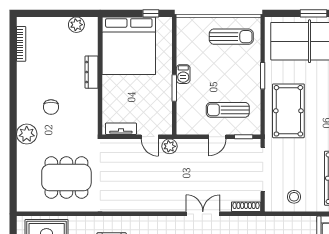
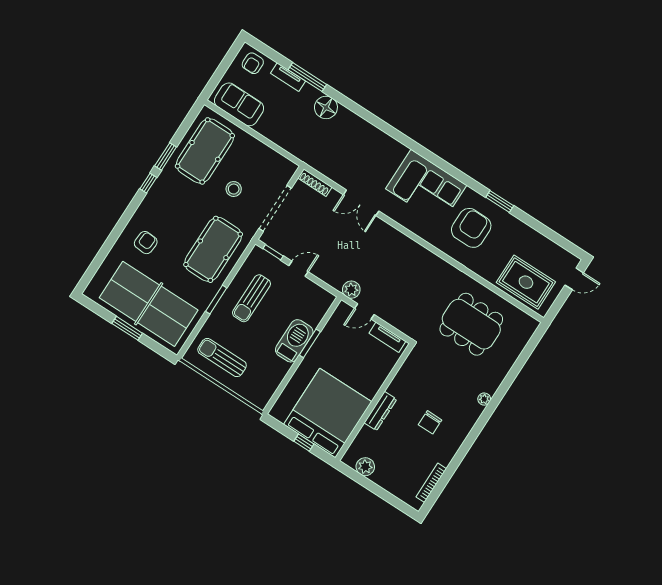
window: (151, 13) -> (304, 443), moved
barbecue: (183, 74) -> (294, 341), width x1.88, depth x1.53
chair: (51, 107) -> (430, 422), moved, turned 180
sun lounger: (228, 110) -> (251, 298), moved, turned 90
plant: (27, 134) -> (484, 399), width x0.53, depth x0.53
door: (150, 137) -> (364, 311), swing flipped
stool: (294, 197) -> (234, 189), moved

